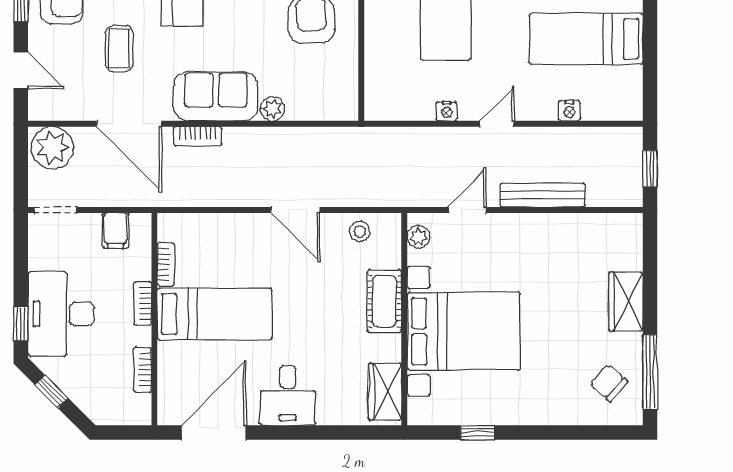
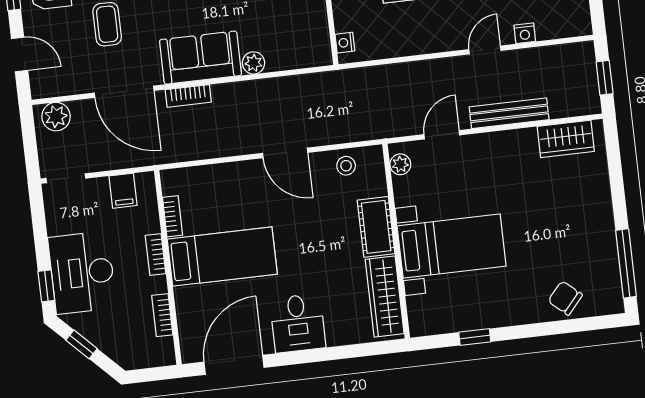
nightstand: (447, 111) -> (345, 43), moved, turned 90
door: (497, 124) -> (485, 50), moved
plant: (52, 148) -> (56, 117), width x0.73, depth x0.73
wardrobe: (626, 302) -> (566, 139), moved, turned -90
bed with nightstands: (464, 331) -> (452, 246), width x0.73
chair: (609, 383) -> (565, 298), moved
wardrobe: (385, 392) -> (385, 296), width x1.50

